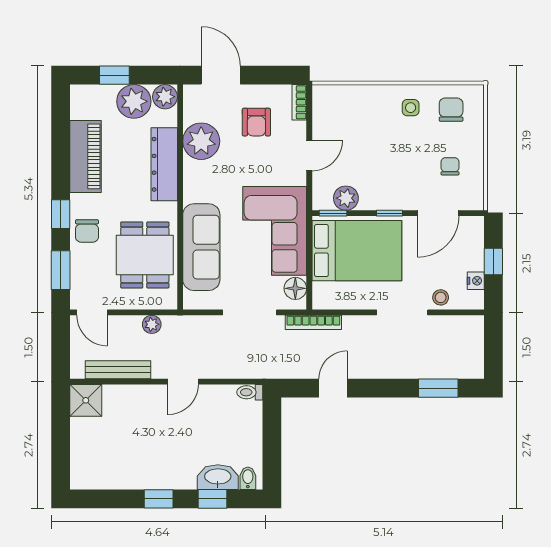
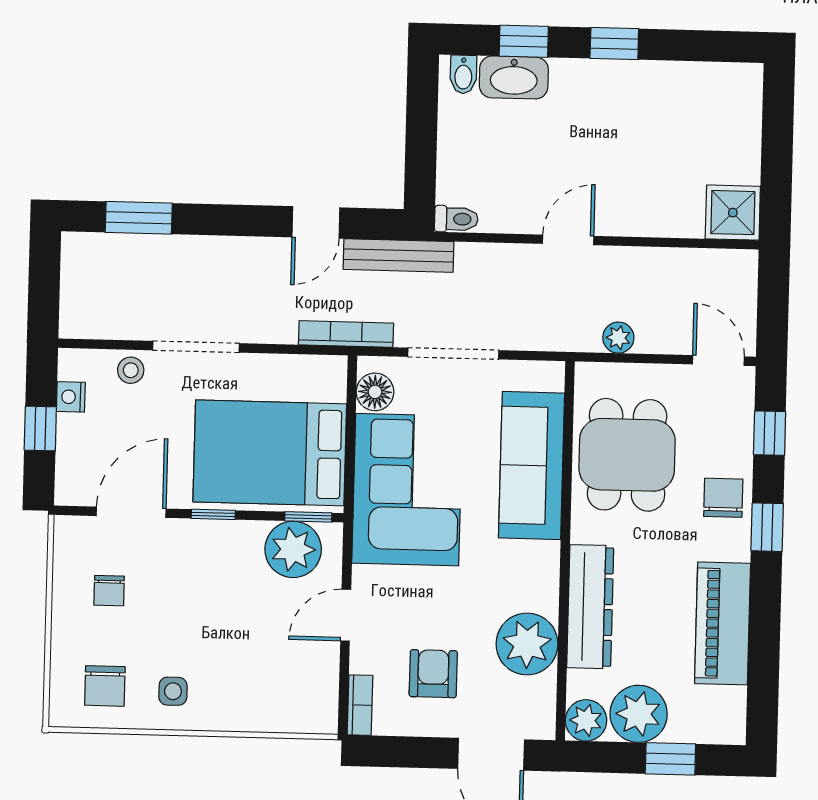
plant: (346, 198) -> (293, 549), width x1.36, depth x1.36
window: (61, 270) -> (770, 433), width x0.67
bench: (118, 370) -> (399, 256), moved

